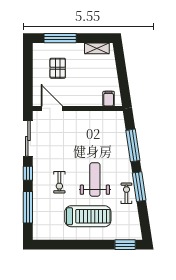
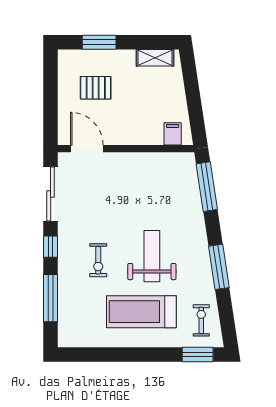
window: (60, 38) -> (99, 42), width x0.69
pallet: (58, 68) -> (96, 88), turned 90
window: (133, 145) -> (207, 187), moved
exercise bike: (126, 193) -> (201, 320), moved
treadmill: (88, 216) -> (141, 312), turned 180

